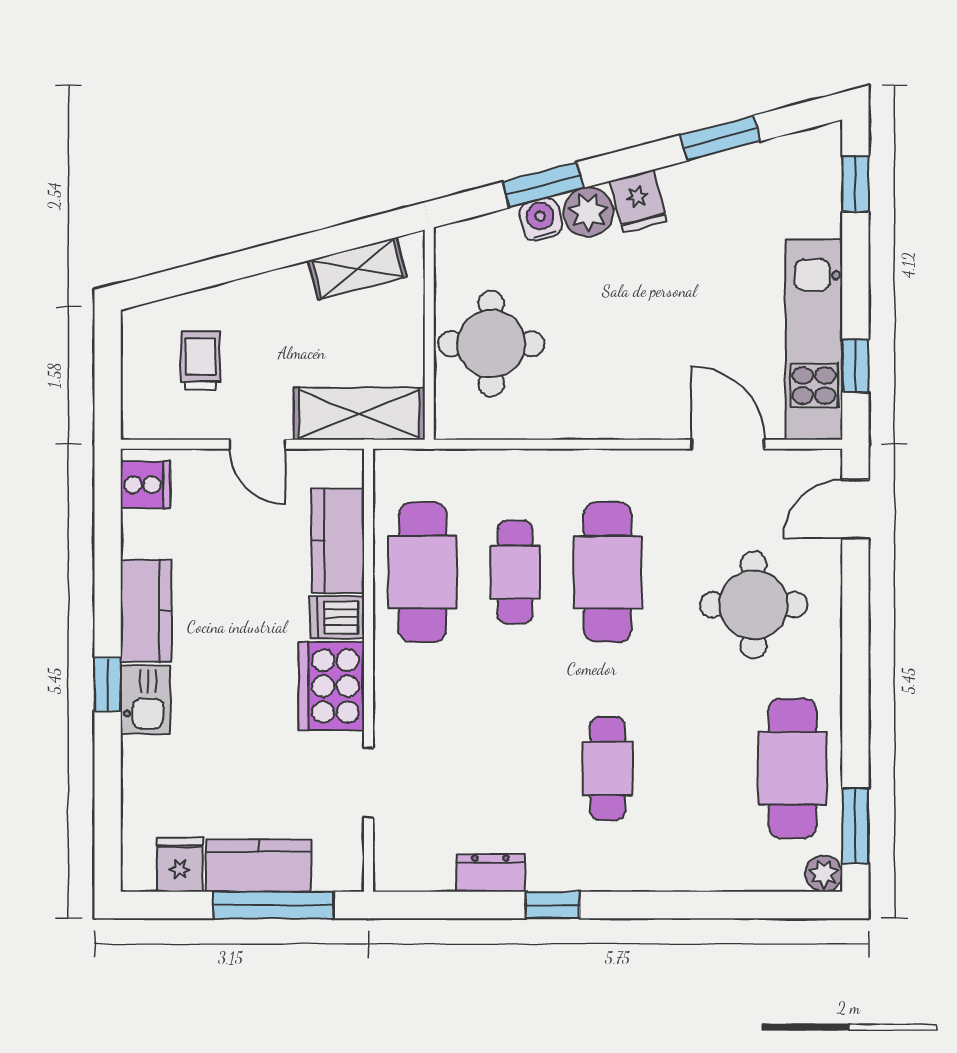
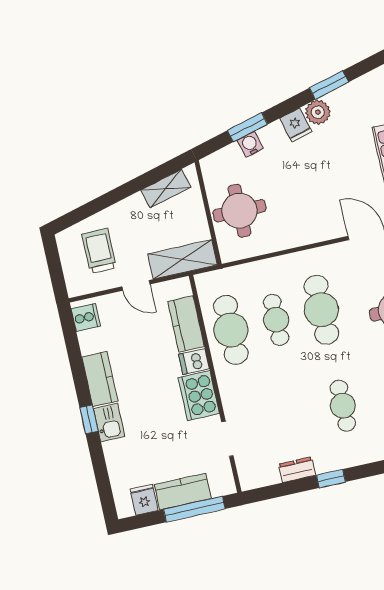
plant: (588, 212) -> (318, 112), moved
trolley: (200, 361) -> (99, 251), width x1.36, depth x1.39

